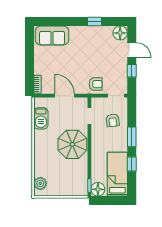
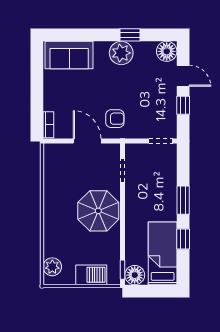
plant: (88, 34) -> (121, 53), added
armchair: (96, 84) -> (115, 119), moved
barbecue: (41, 118) -> (91, 275), moved, turned -90
armchair: (113, 120) -> (156, 177), removed

